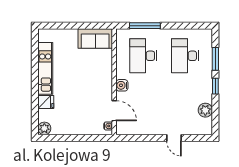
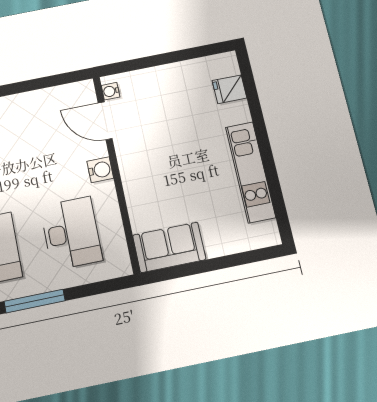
window: (145, 26) -> (35, 301), moved
fridge: (46, 102) -> (229, 89), moved
plant: (44, 128) -> (226, 64), removed

